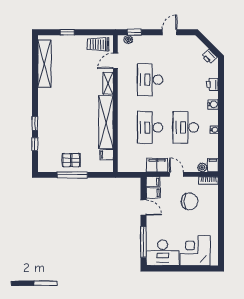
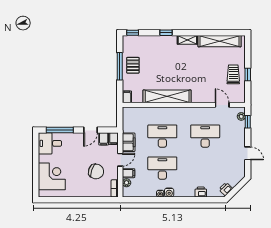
window: (67, 32) -> (248, 74), moved
trolley: (98, 44) -> (233, 74), moved
shelving: (108, 83) -> (187, 40), moved
water cooler: (213, 104) -> (169, 193), moved
window: (35, 144) -> (133, 33), moved
filing cabinet: (106, 155) -> (127, 97), moved
filing cabinet: (213, 165) -> (128, 173), moved
chair: (190, 201) -> (96, 171), turned -70
desk: (163, 253) -> (50, 143), width x0.73

